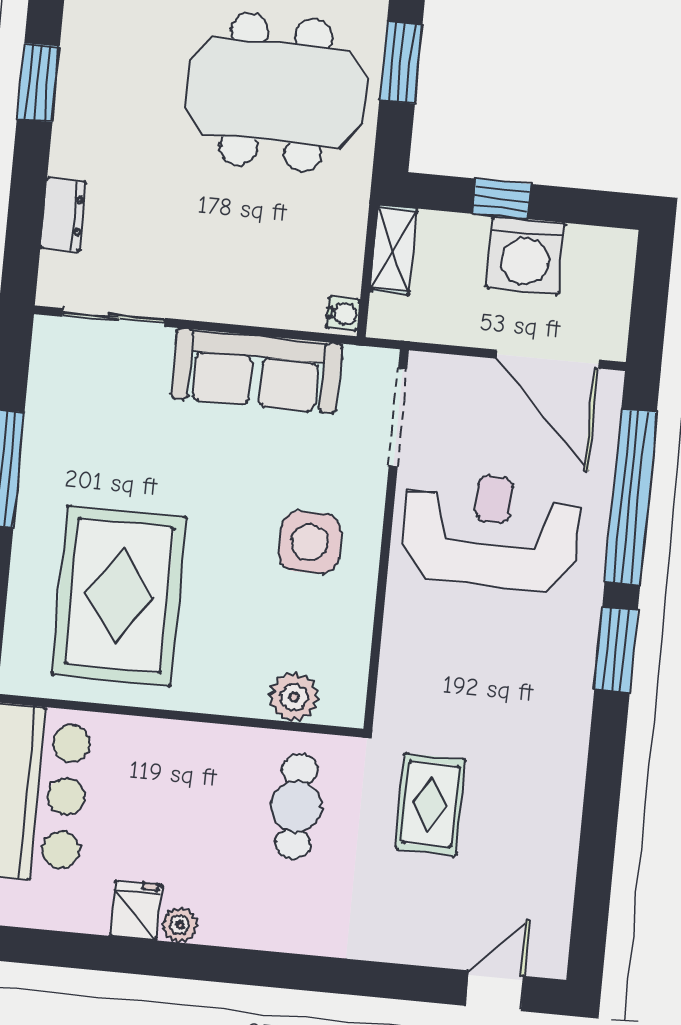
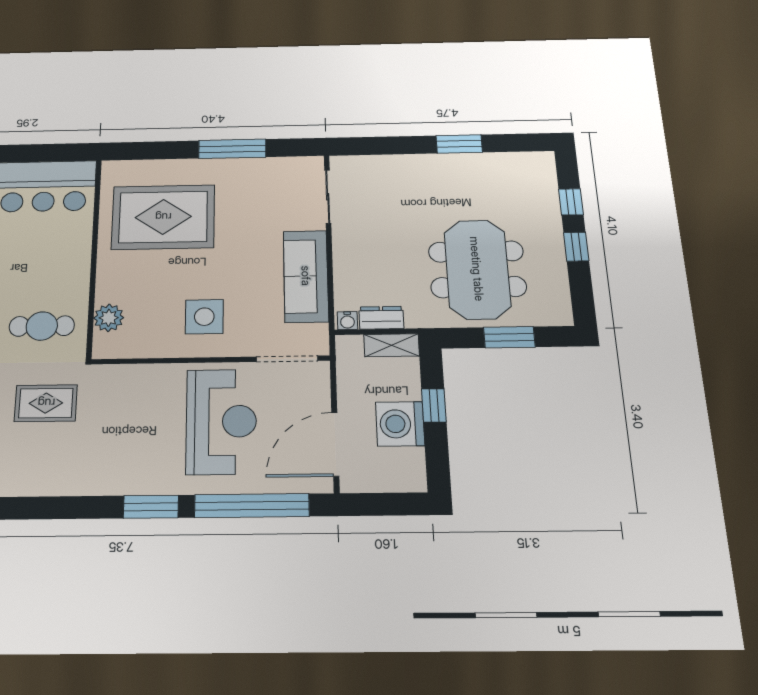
dresser: (63, 215) -> (381, 318), moved, turned 180

